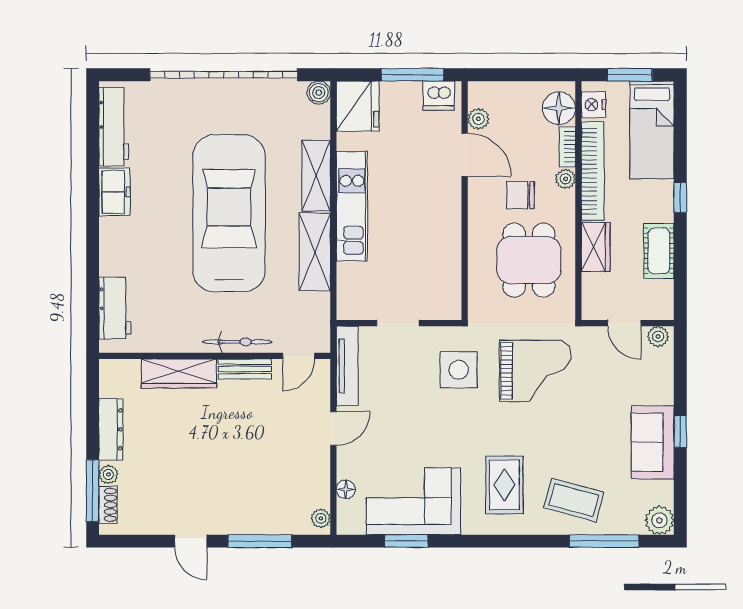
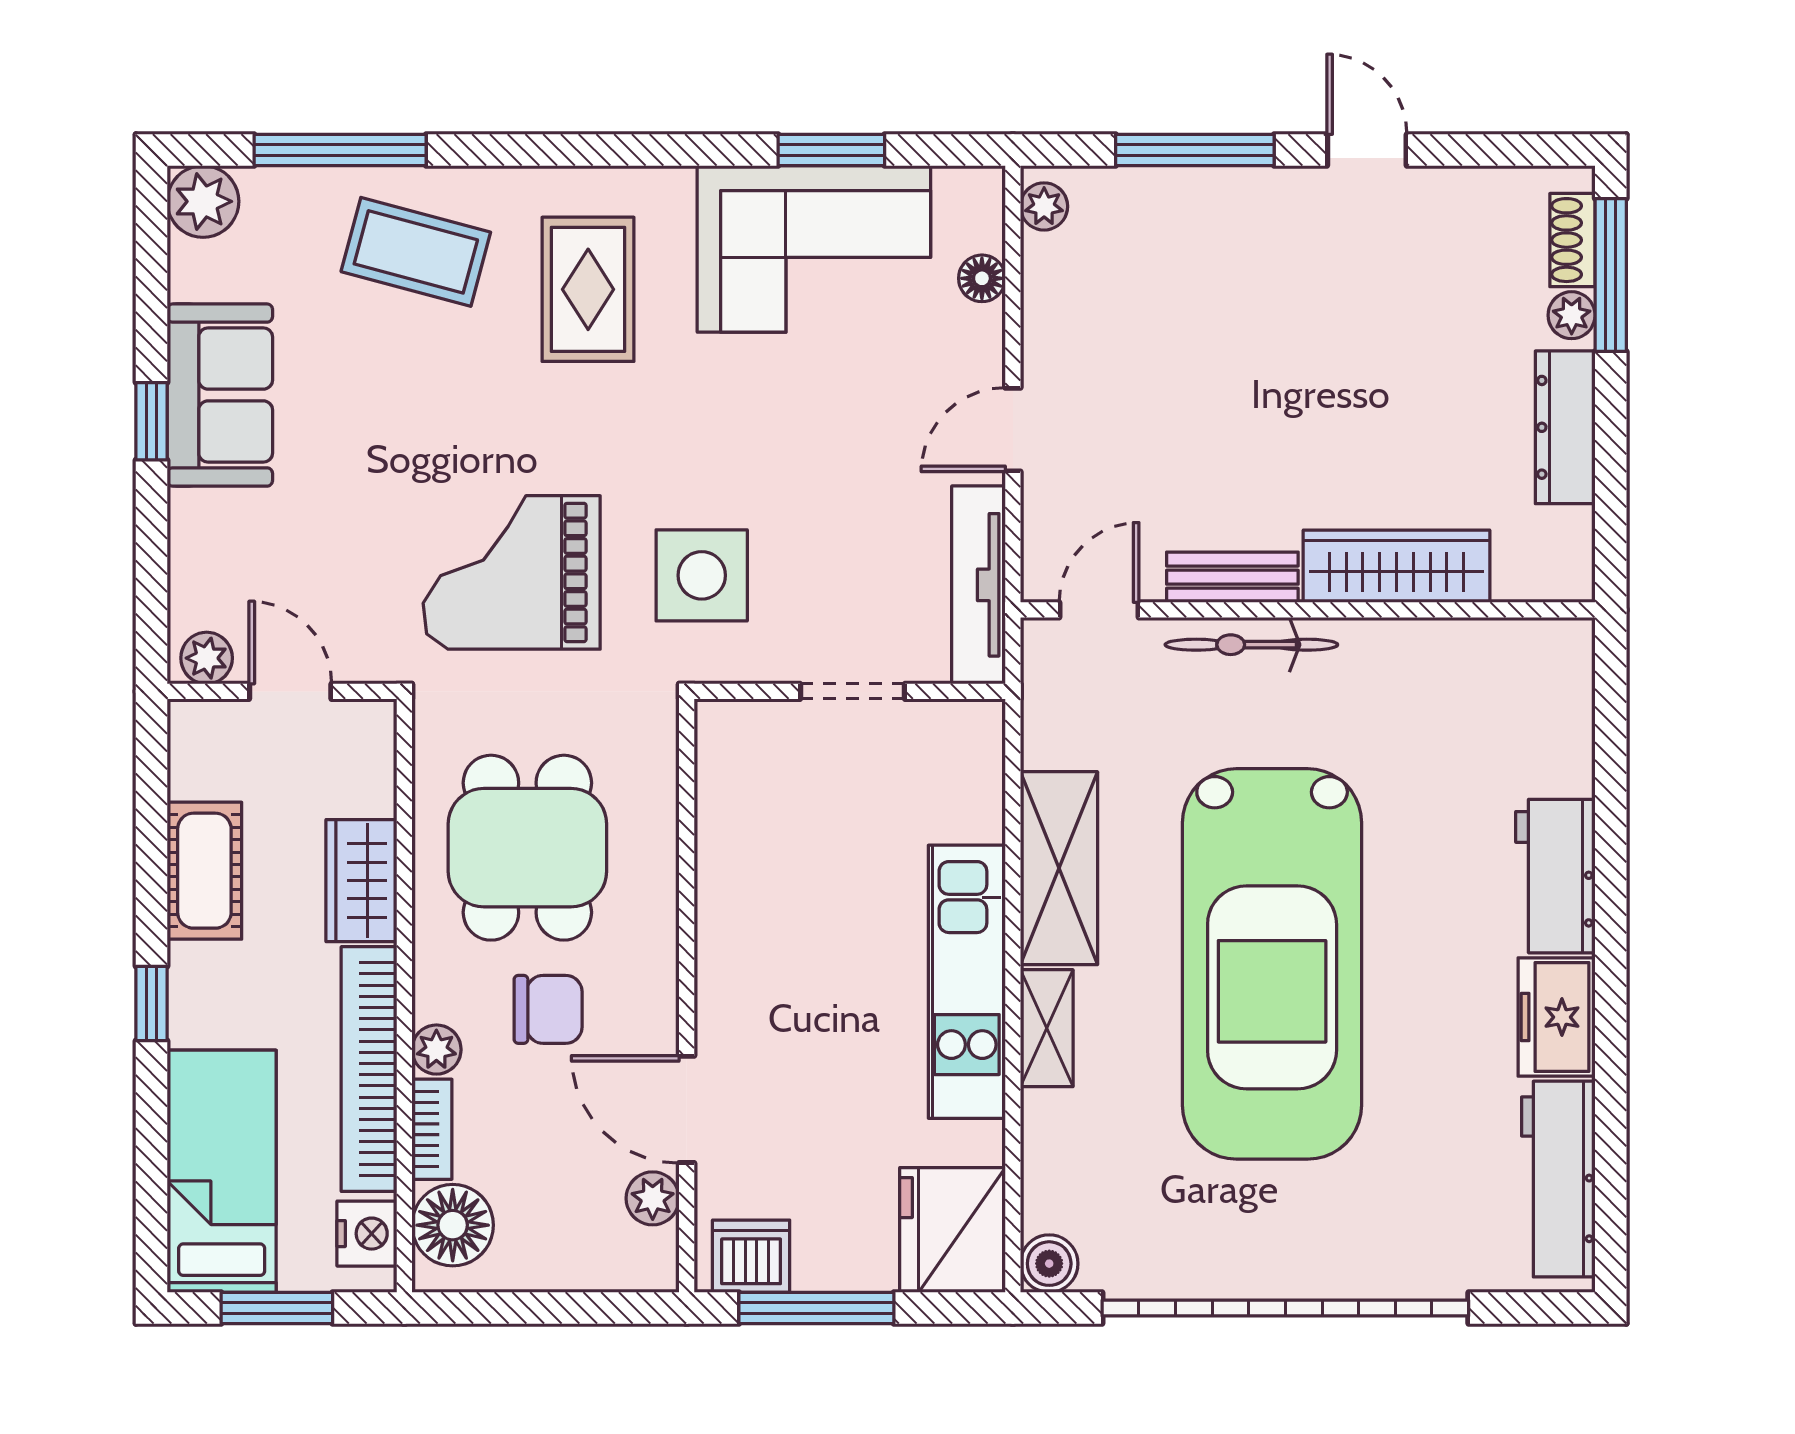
shelving: (316, 176) -> (1047, 1028), width x0.67, depth x0.75
workbench: (115, 308) -> (1555, 876), moved

